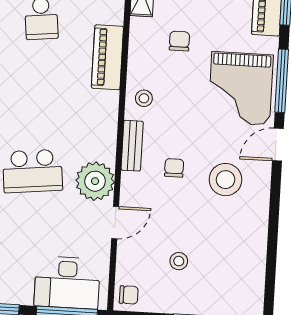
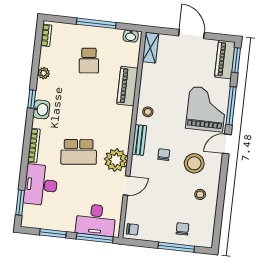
chair: (179, 41) -> (182, 229), moved
grand piano: (241, 88) -> (206, 109), turned 180
stool: (179, 261) -> (200, 194), moved

